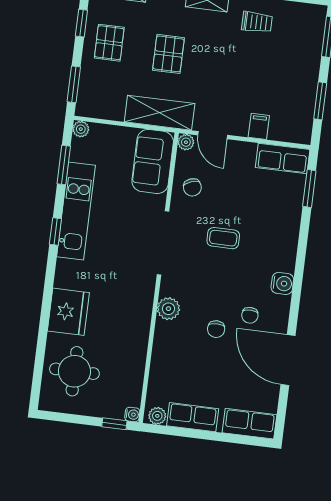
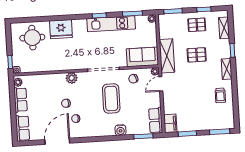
filing cabinet: (259, 126) -> (170, 123), moved, width x2.00
coffee table: (223, 238) -> (111, 98), width x1.86, depth x1.72
water cooler: (282, 283) -> (120, 130), moved

